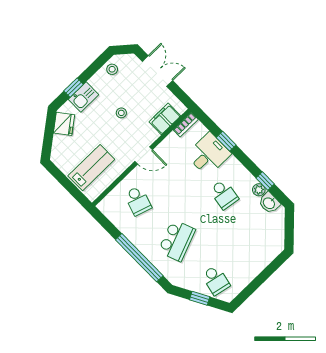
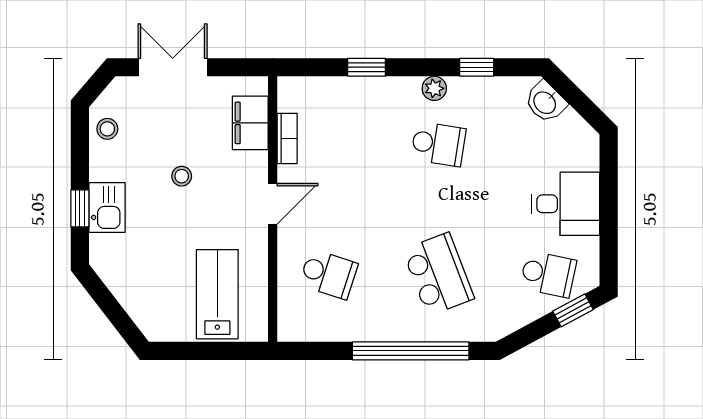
fridge: (64, 124) -> (118, 272), removed
bookcase: (186, 125) -> (287, 139), moved
desk: (209, 154) -> (566, 204), moved, turned 90
plant: (259, 190) -> (434, 88), moved
washbasin: (269, 203) -> (545, 102), moved, turned 45
window: (200, 298) -> (573, 310), moved

